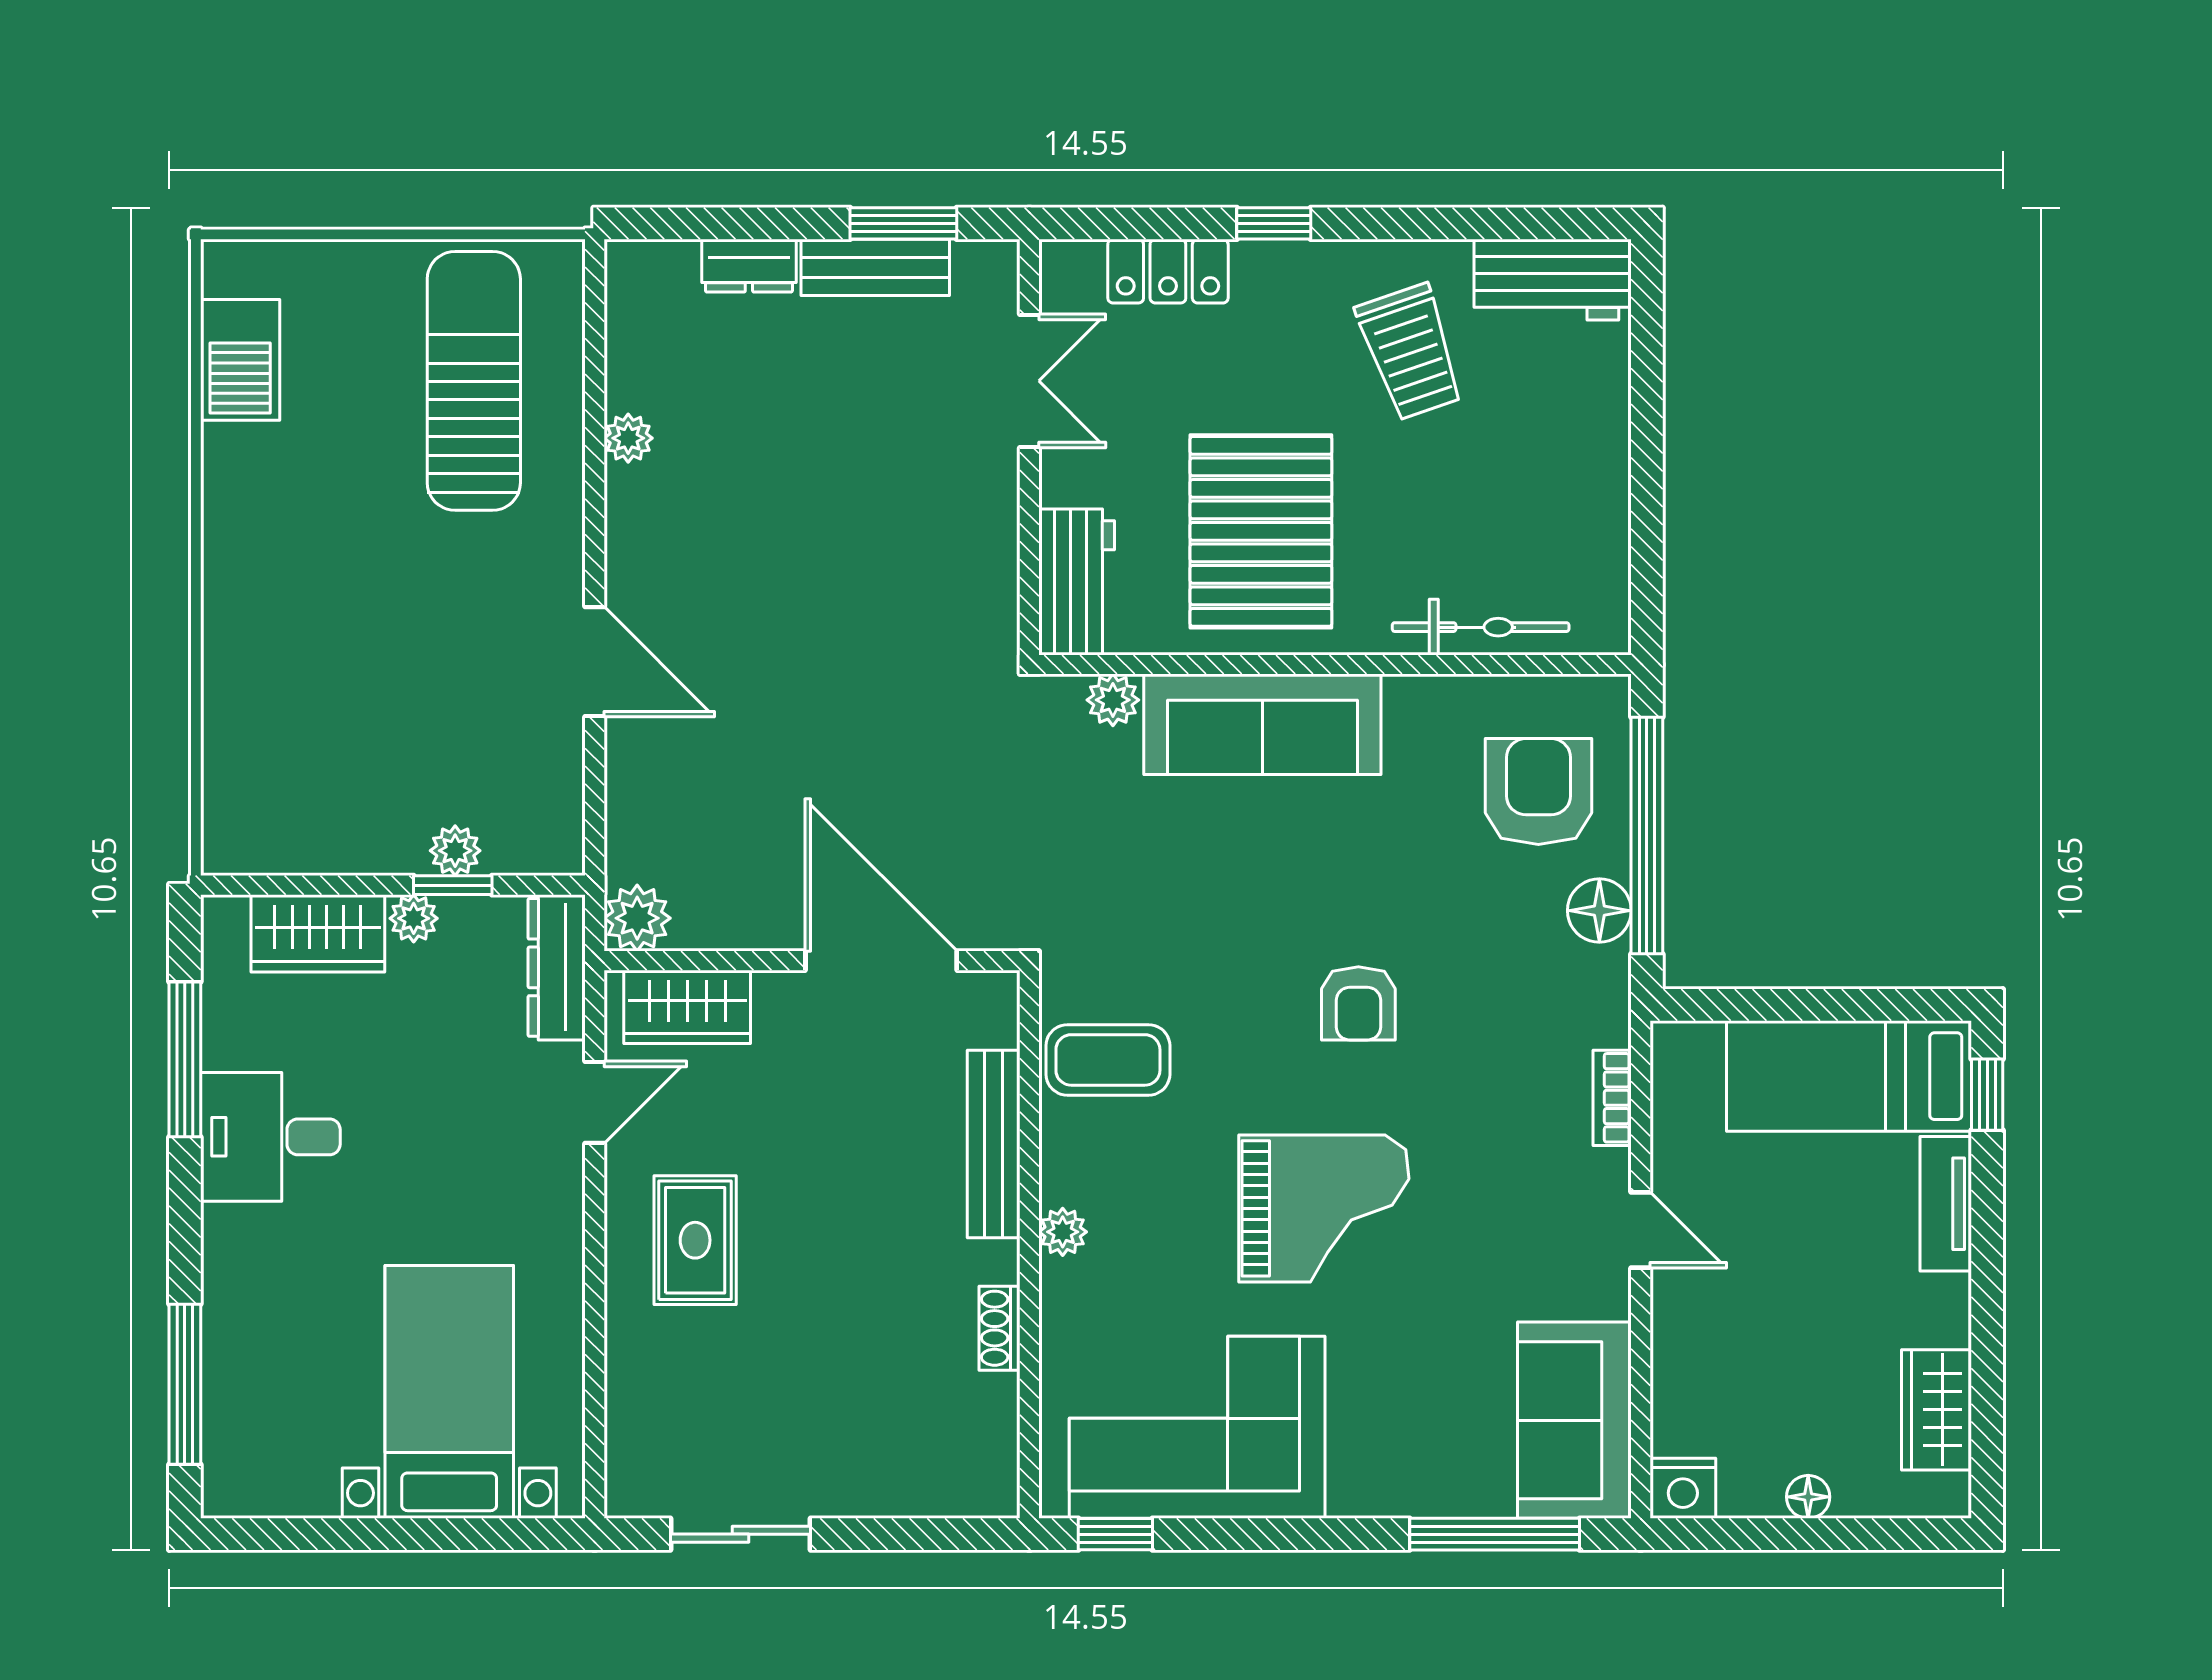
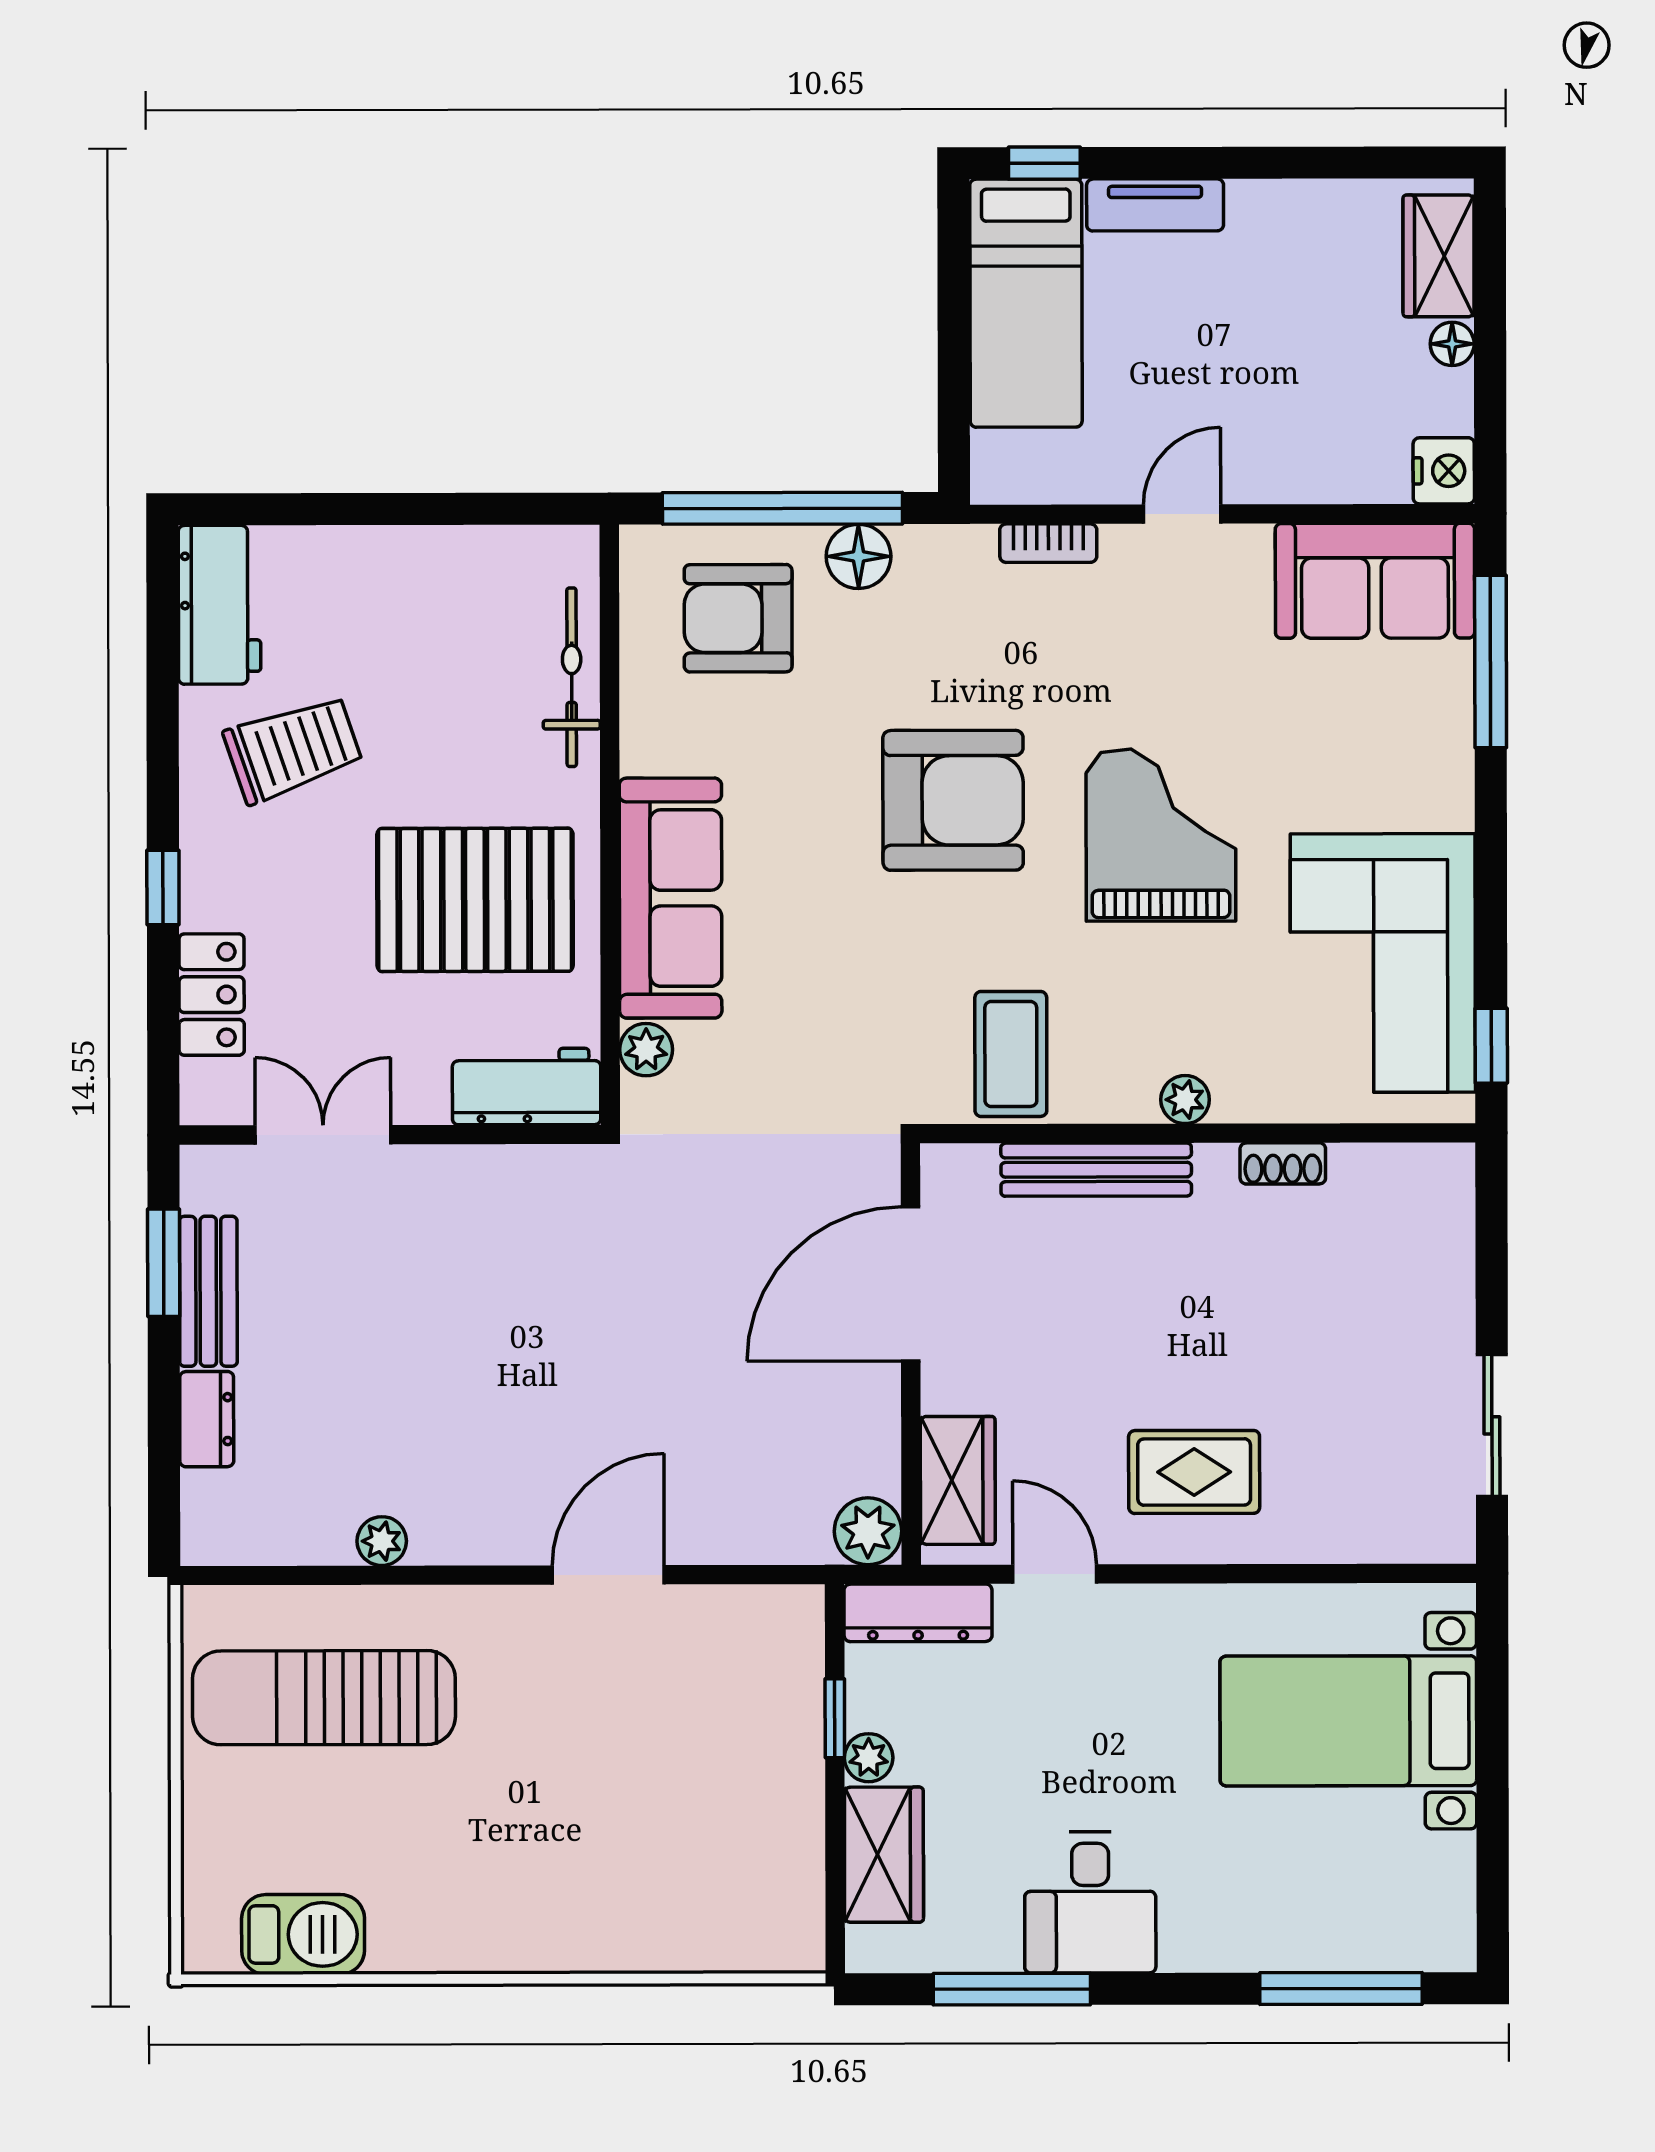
plant: (455, 851) -> (800, 1716), removed
armchair: (1358, 1003) -> (953, 800), width x1.88, depth x1.88
wardrobe: (1937, 1410) -> (1439, 256), moved, turned 90

